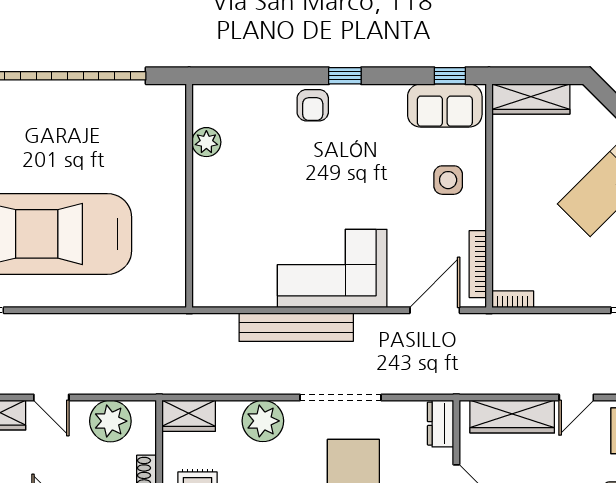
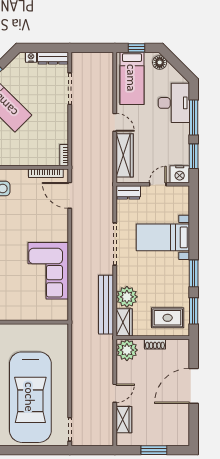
corner sofa: (332, 268) -> (48, 271), moved
bench: (296, 327) -> (106, 305), moved
plant: (110, 421) -> (127, 350), moved
plant: (263, 421) -> (127, 297), moved

